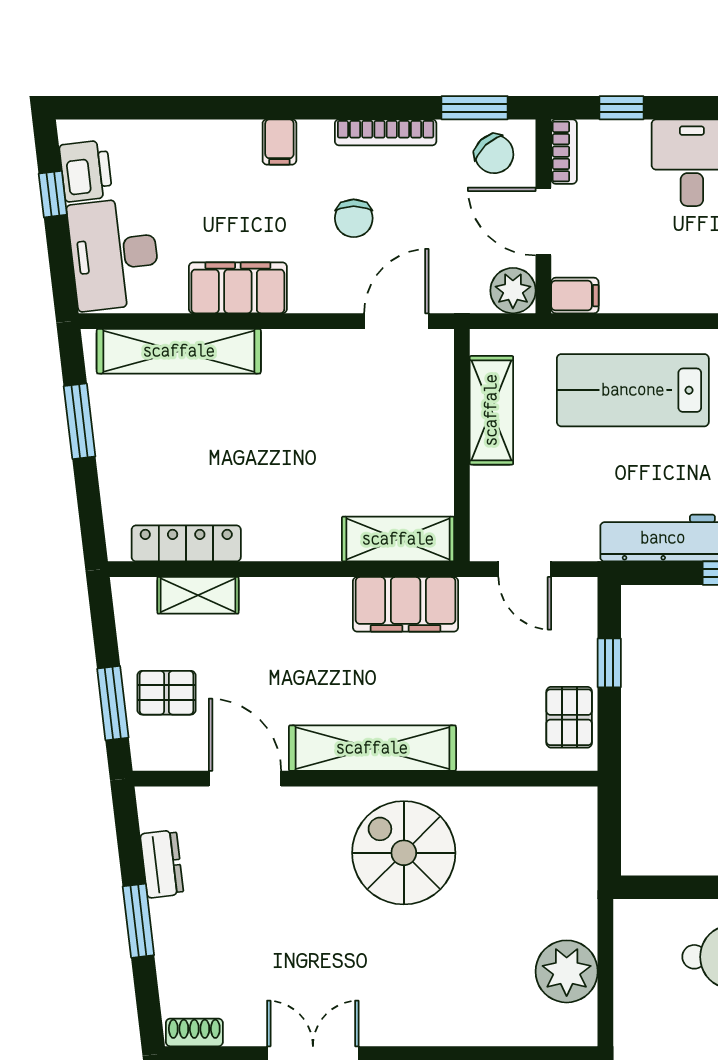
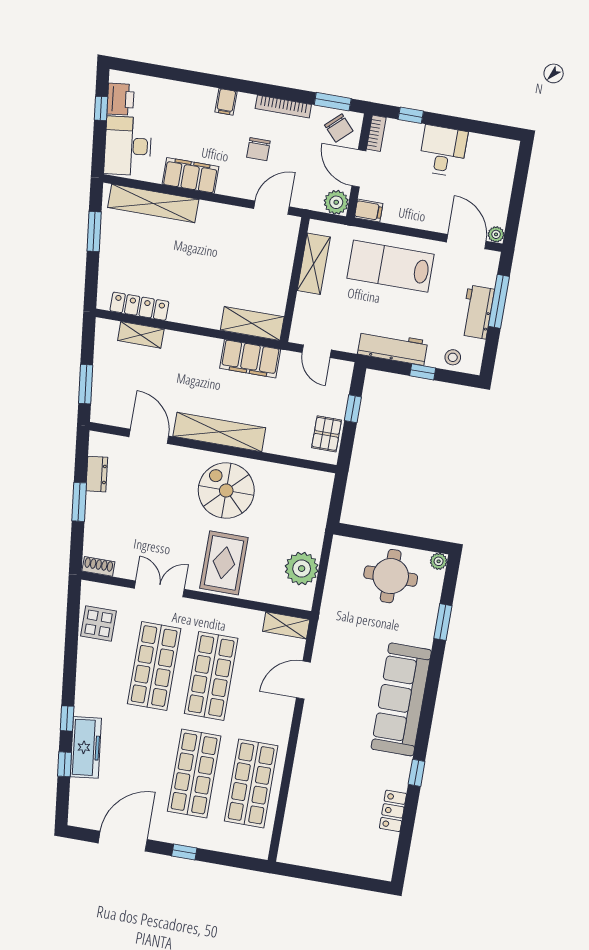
pallet: (166, 693) -> (115, 384), removed
rug: (423, 986) -> (224, 563), added

